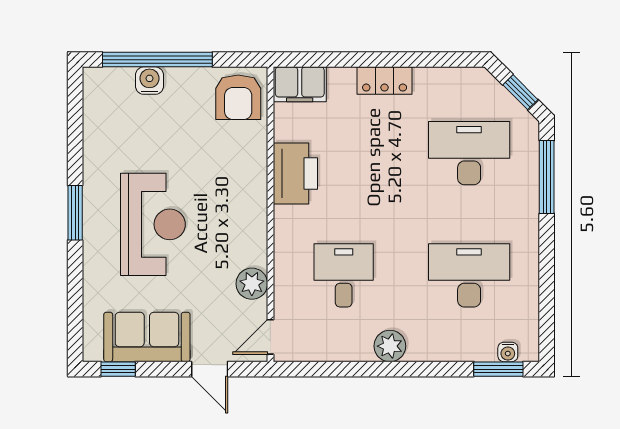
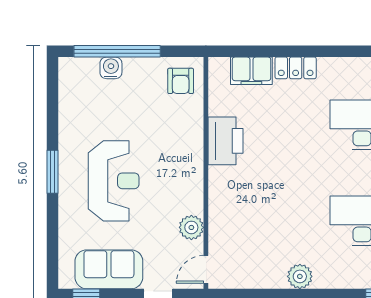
filing cabinet: (300, 84) -> (251, 71), moved
armchair: (238, 97) -> (181, 81), width x0.72, depth x0.72
desk: (344, 275) -> (264, 221), removed

